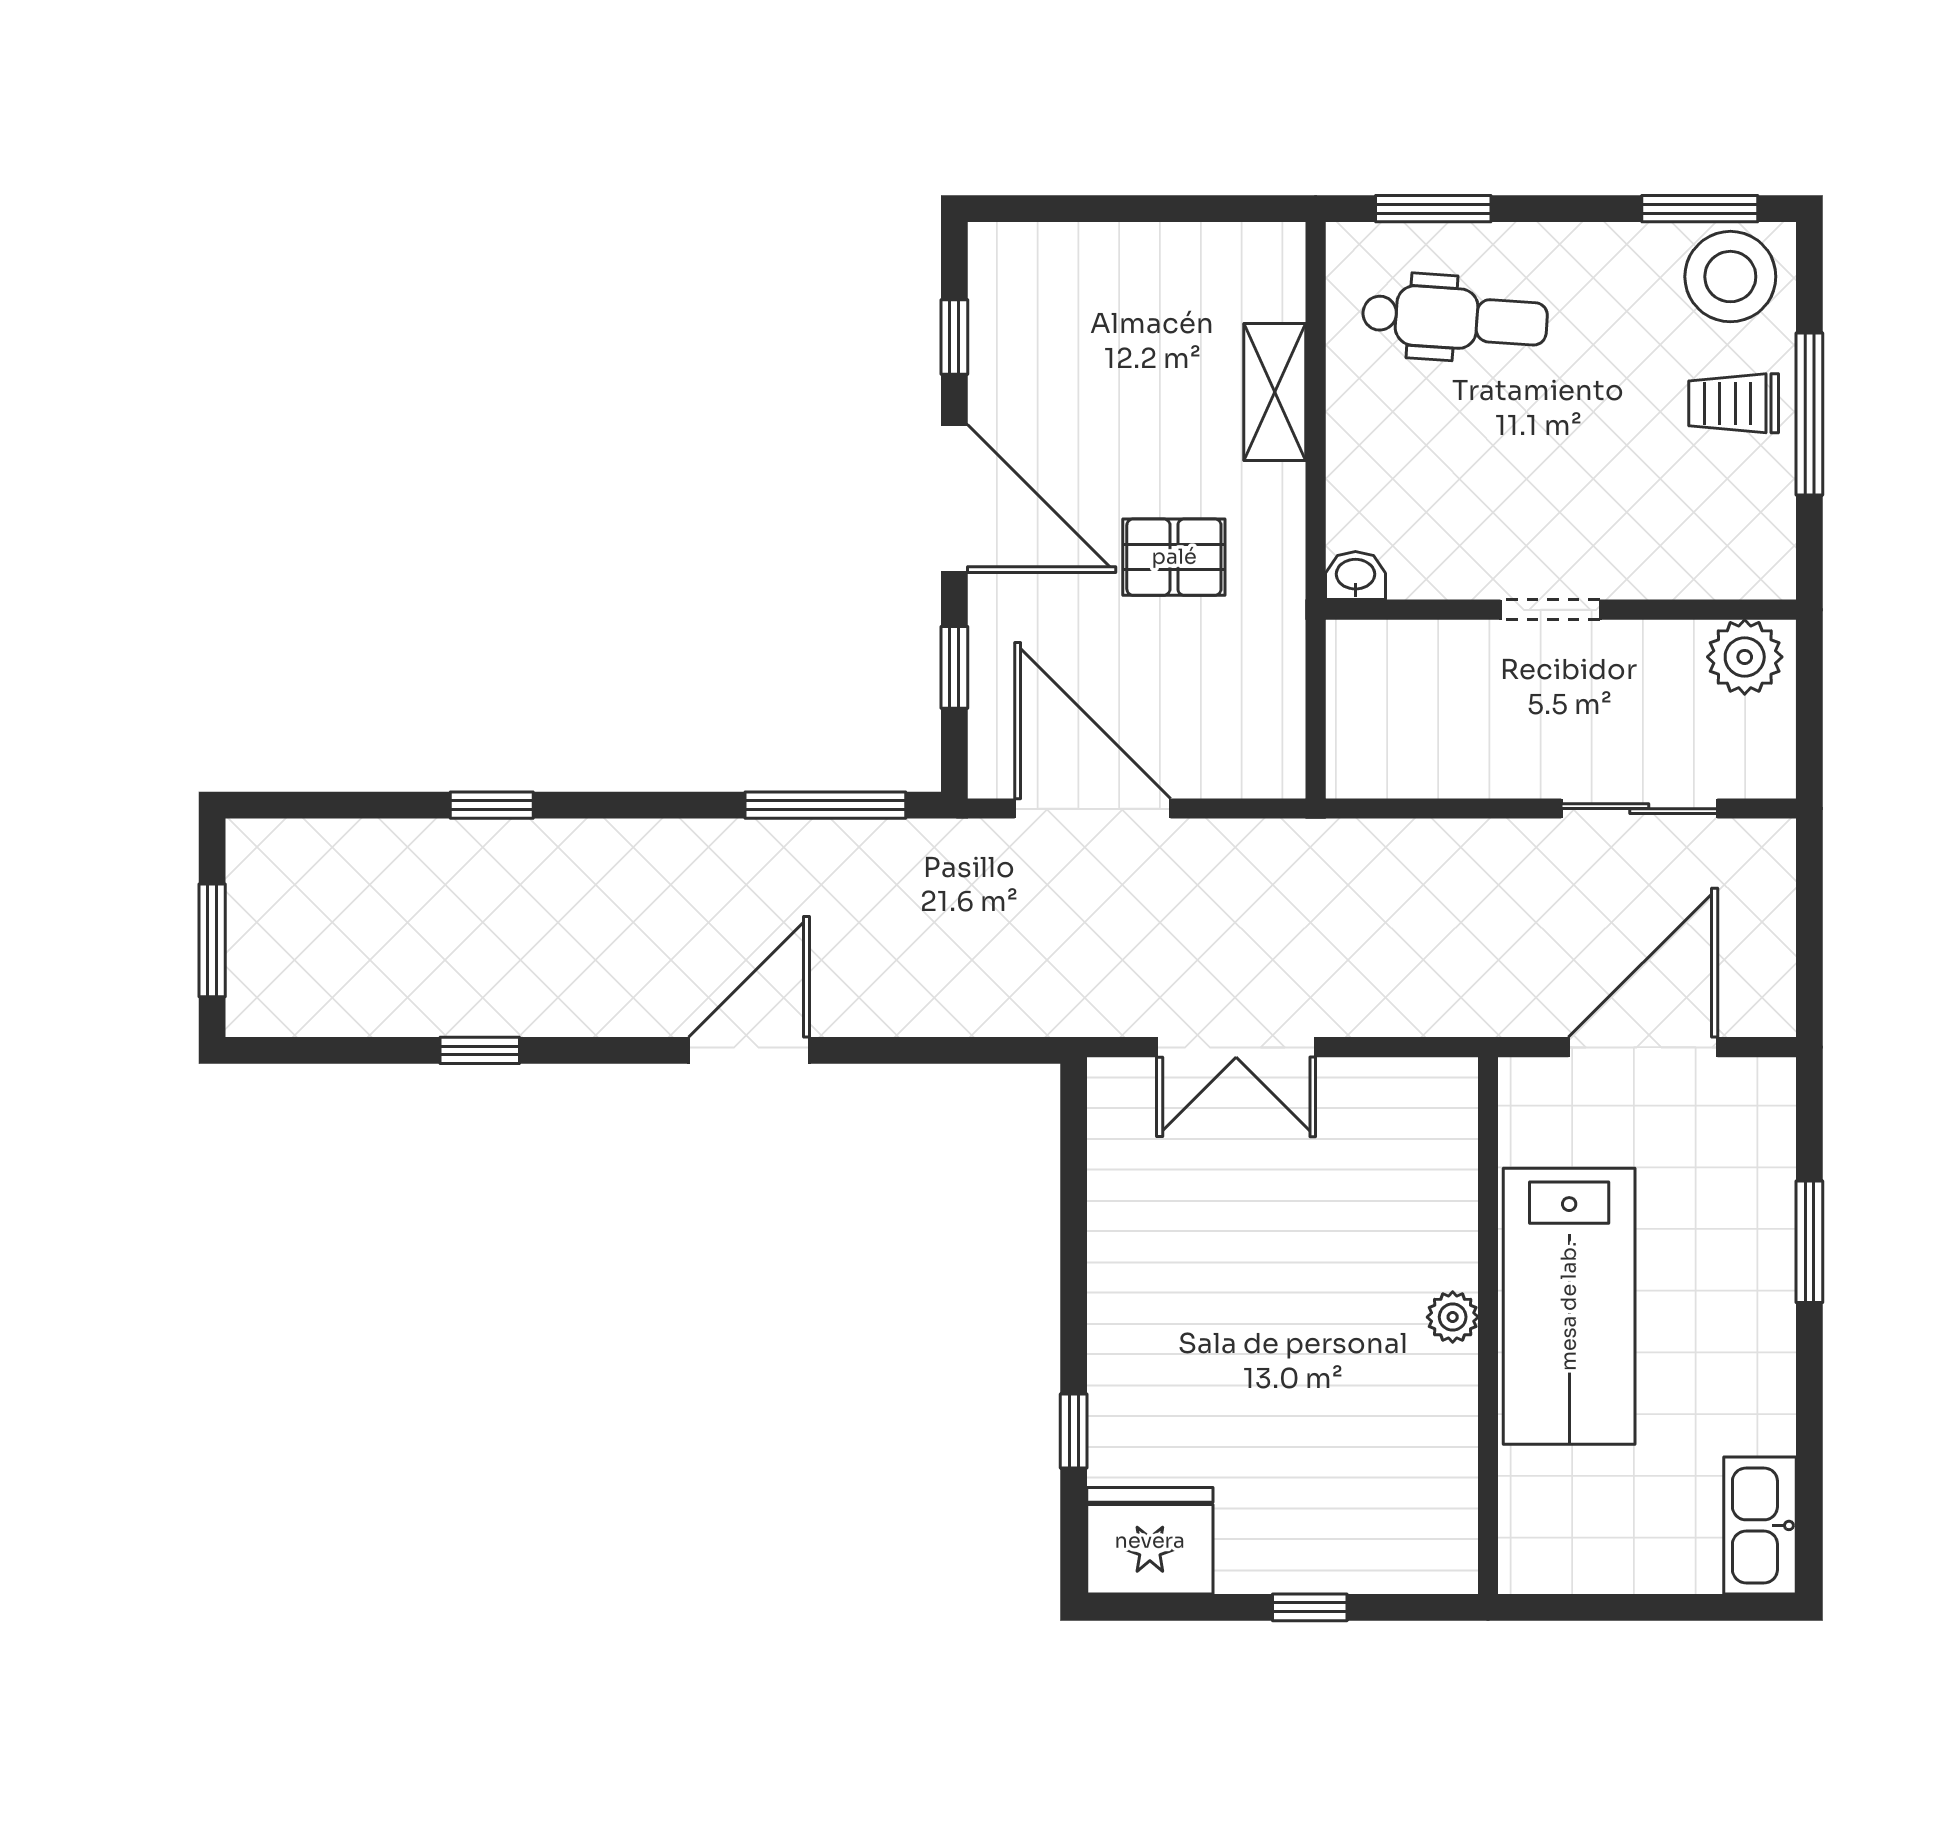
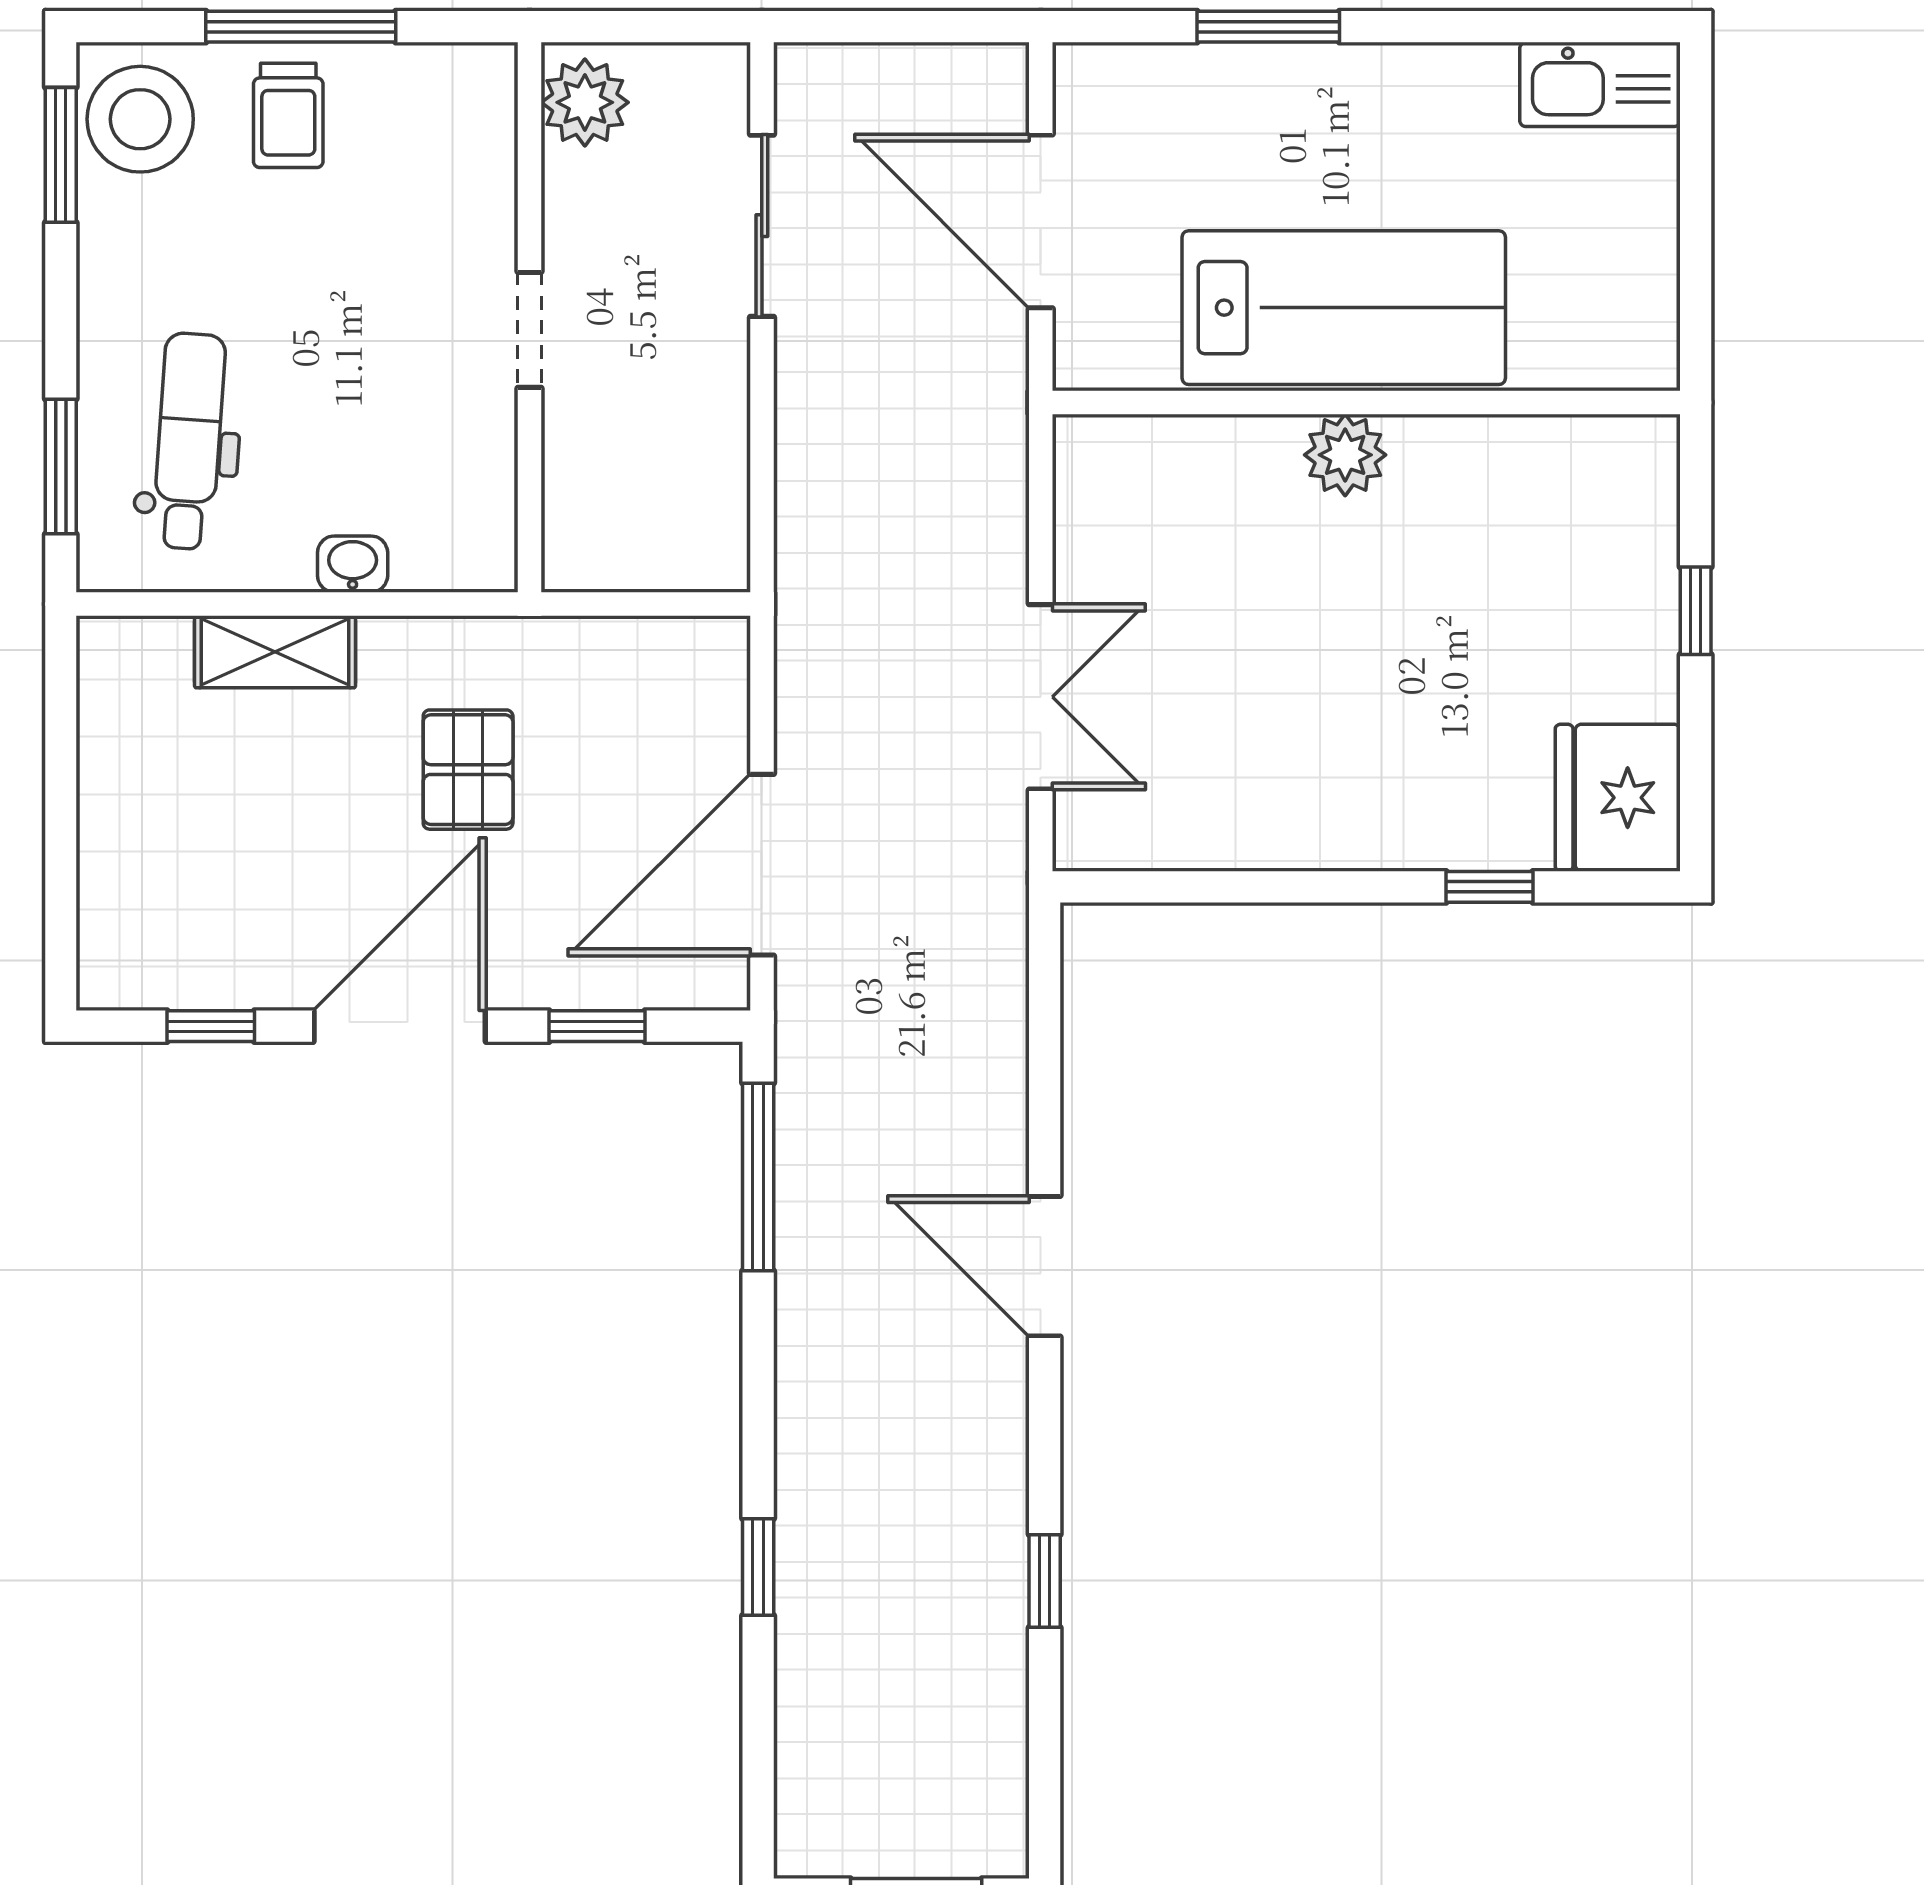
washbasin: (1355, 576) -> (353, 564), moved, turned 90
plant: (1453, 1317) -> (1345, 455), width x1.38, depth x1.38

